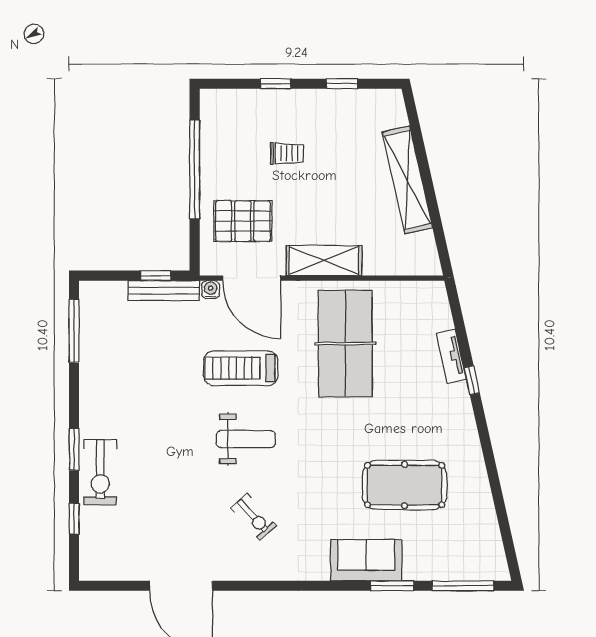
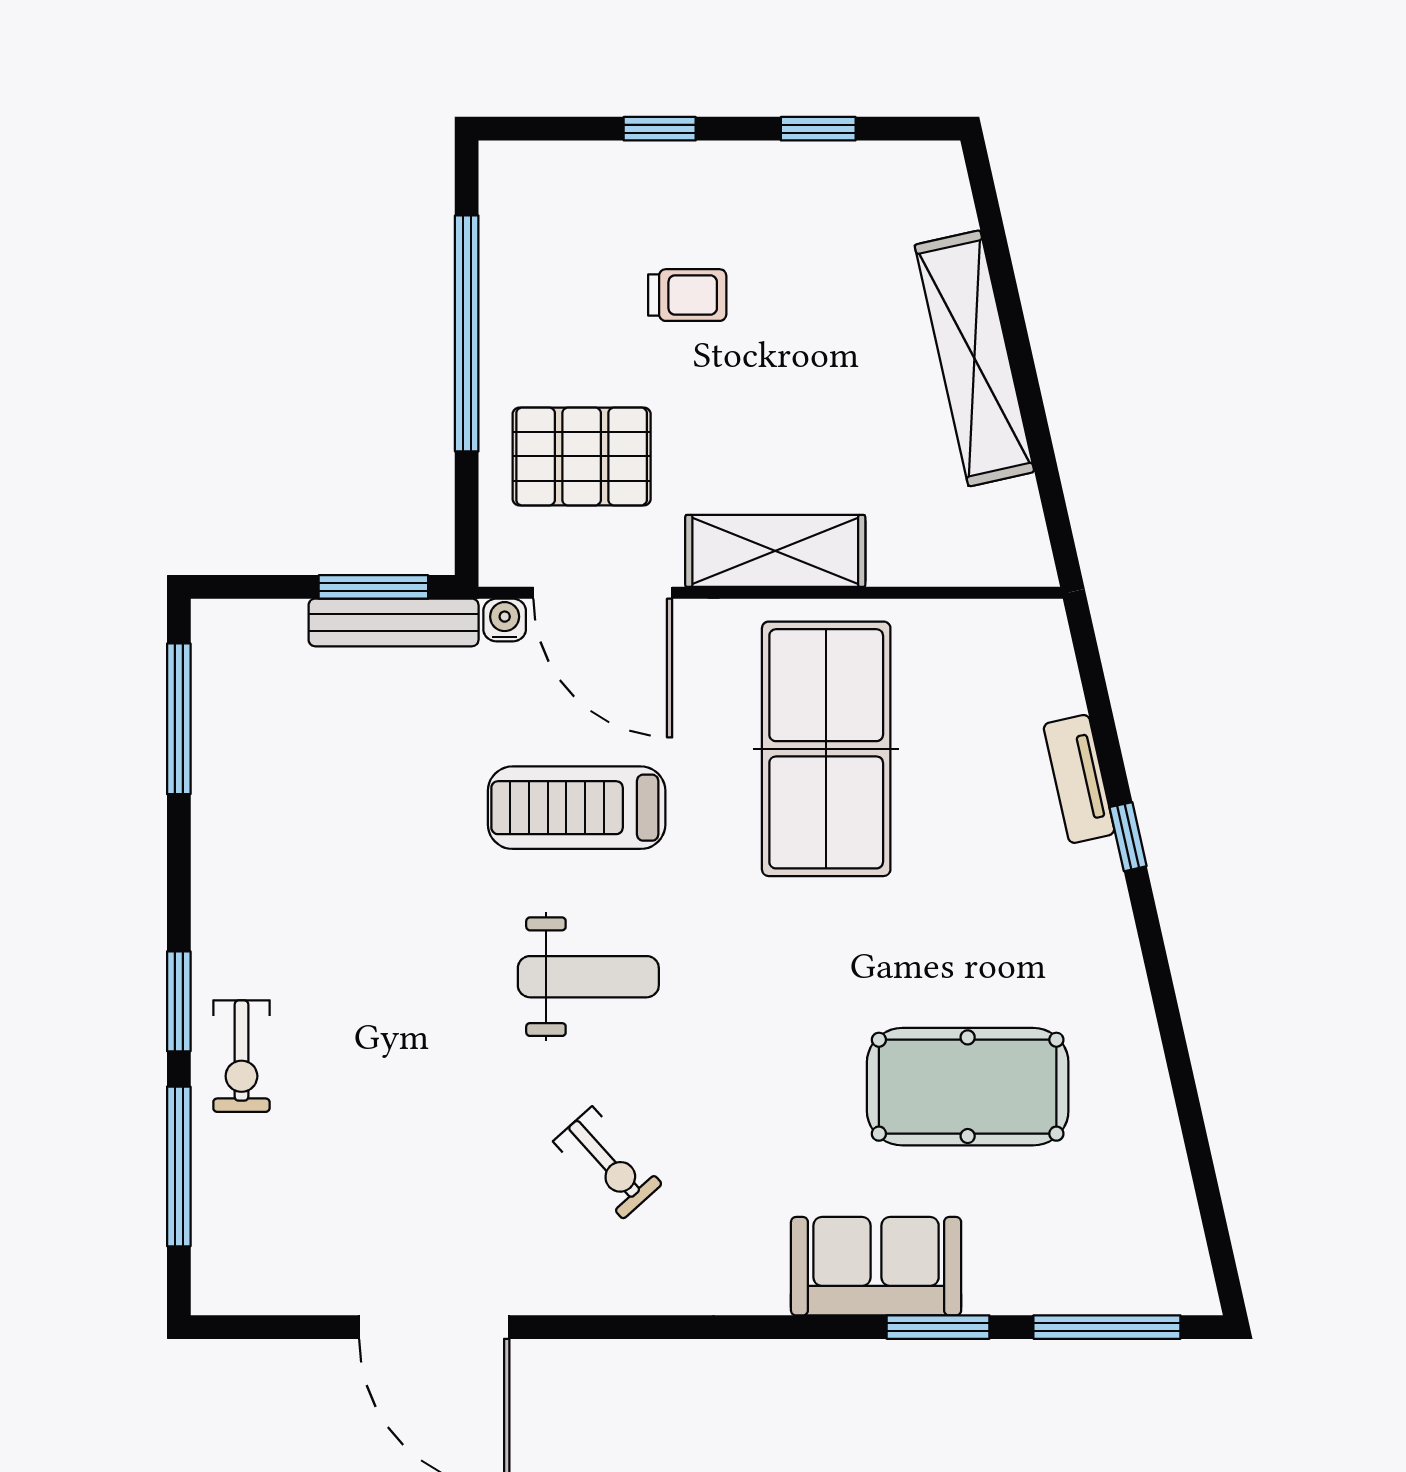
window: (156, 276) -> (373, 587), width x1.50
exercise bike: (100, 472) -> (241, 1056), width x0.73, depth x0.72
window: (74, 518) -> (179, 1166), width x2.17

